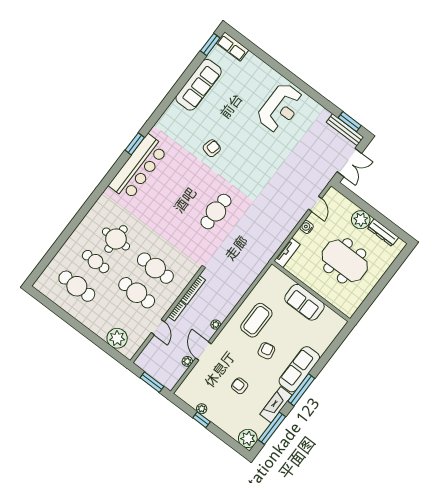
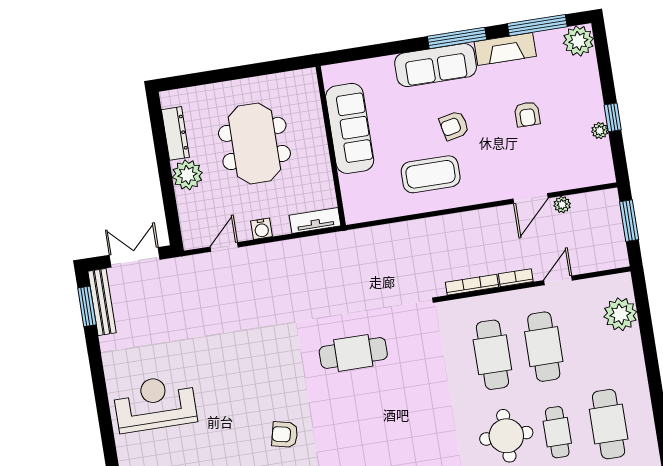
sofa: (304, 302) -> (350, 128), width x1.36
plant: (216, 325) -> (485, 216), removed

